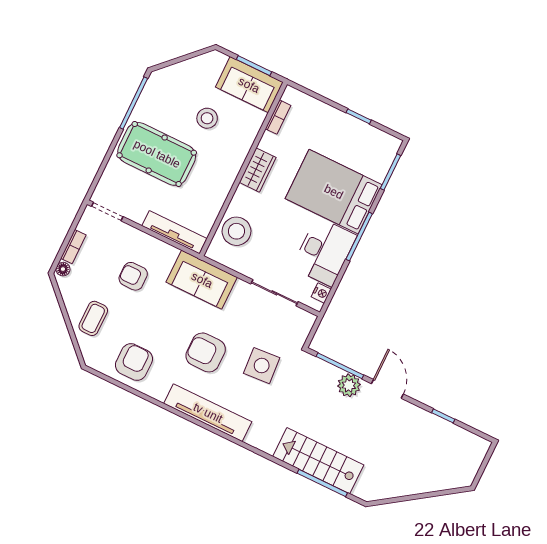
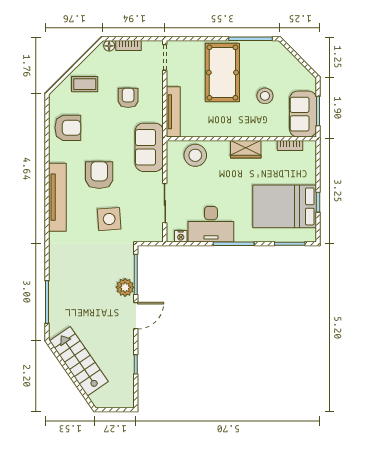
bed: (334, 192) -> (285, 206), moved, turned -90
stairs: (318, 461) -> (79, 361), moved, turned -34

